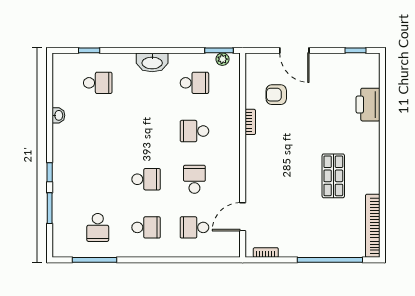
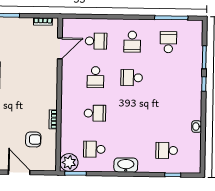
plant: (222, 59) -> (69, 162), width x1.88, depth x1.88
school desk: (146, 227) -> (132, 42), turned -90

